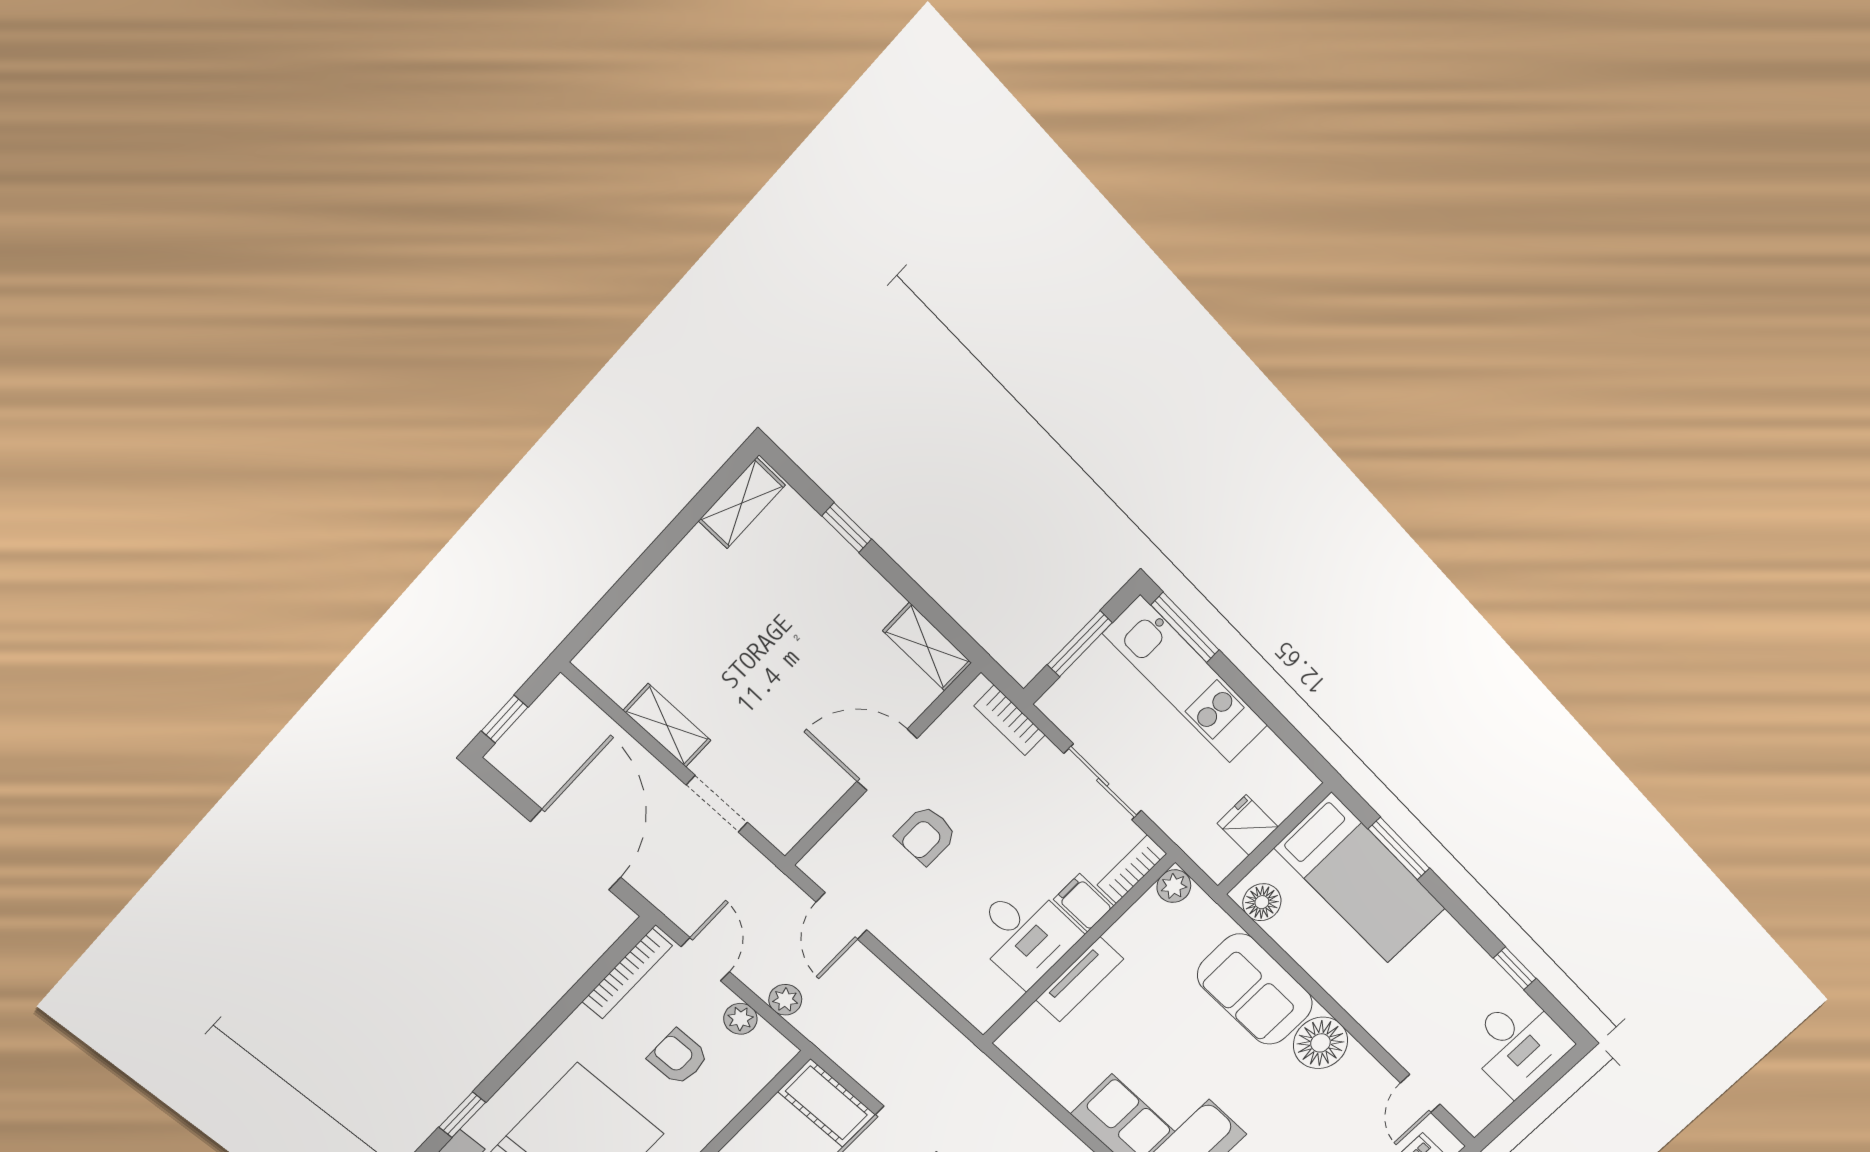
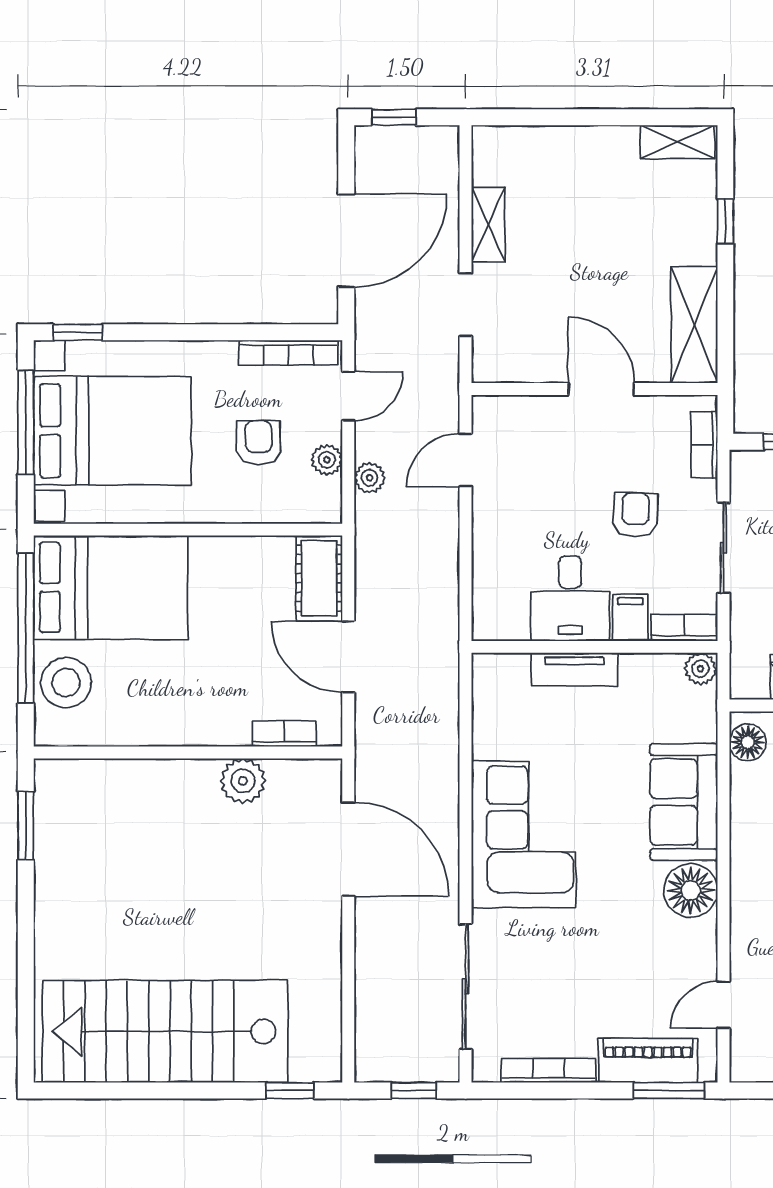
shelving: (927, 647) -> (694, 325), width x1.50, depth x1.33
armchair: (926, 835) -> (636, 515), moved, turned 92

